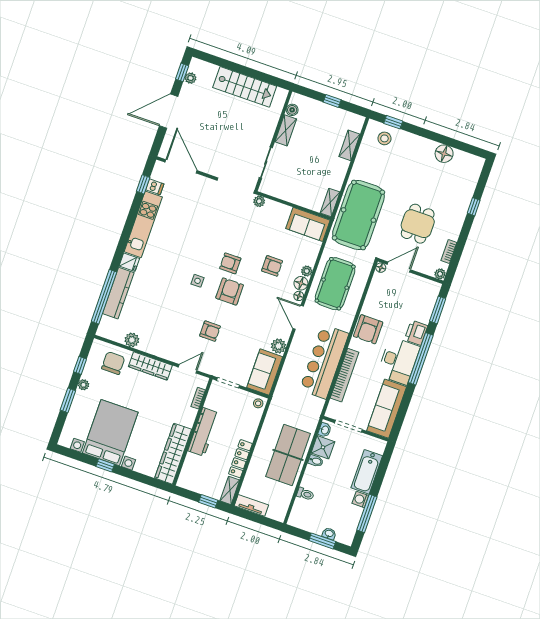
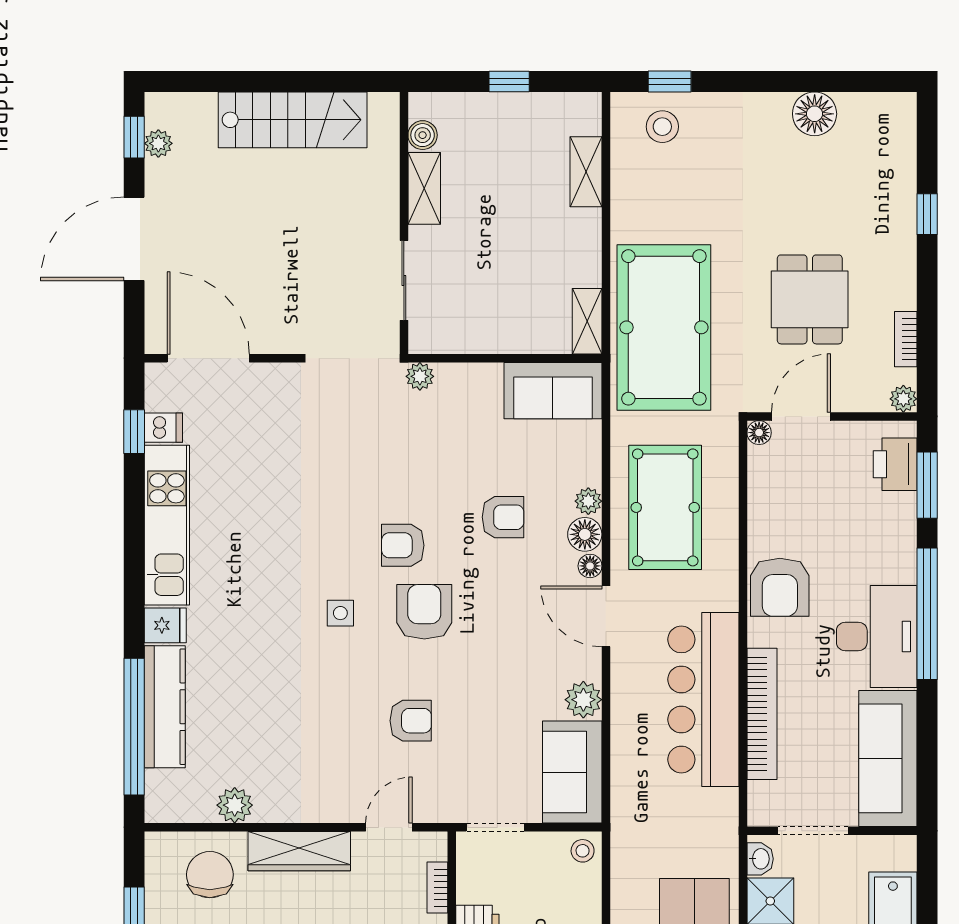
printer: (416, 333) -> (895, 464), moved

